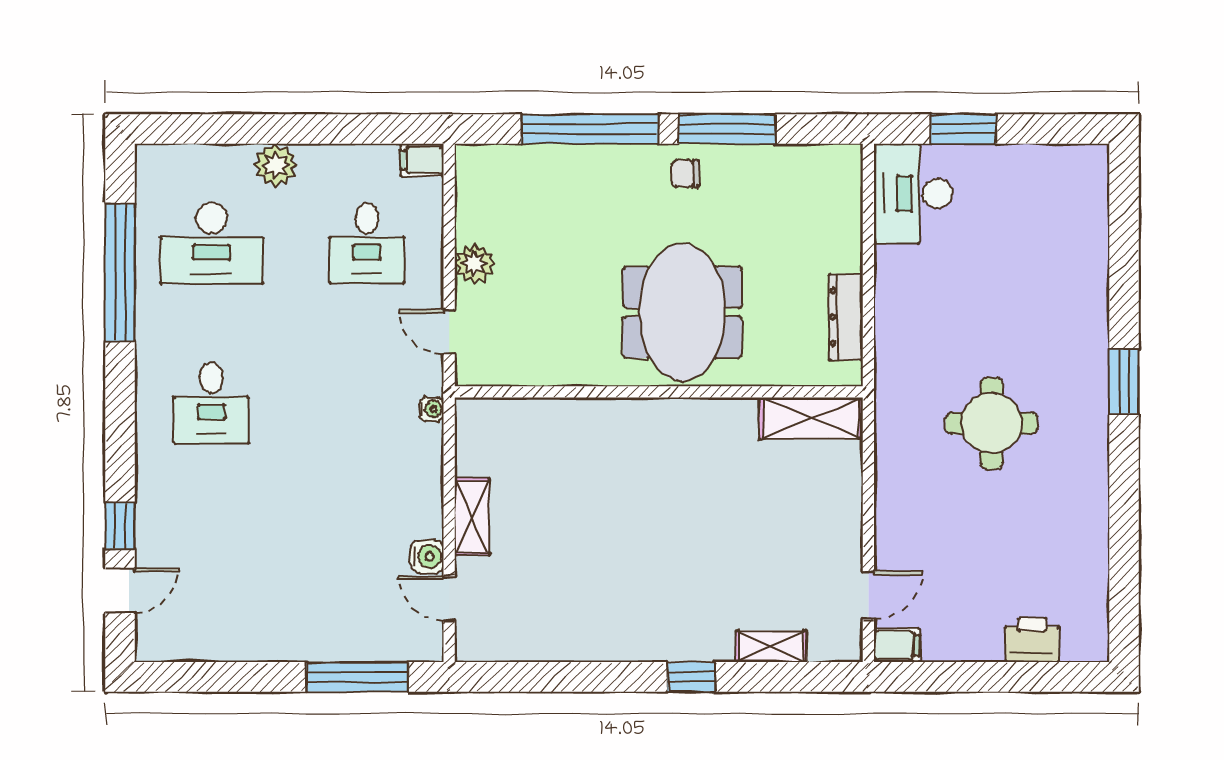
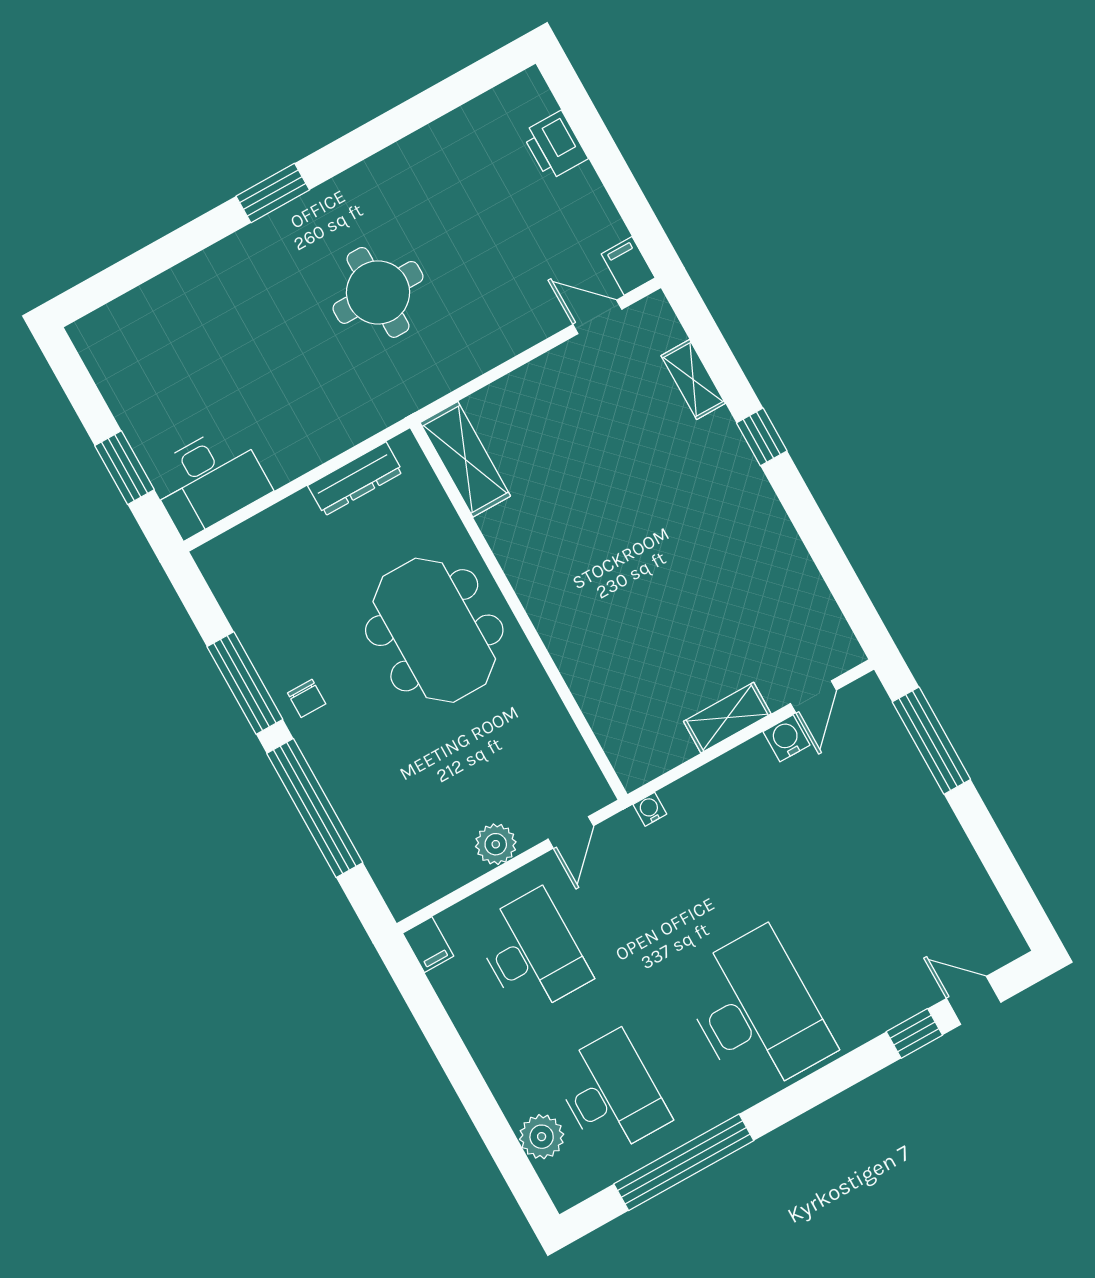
plant: (276, 165) -> (542, 1137), moved
desk: (367, 243) -> (532, 952), width x1.37
meeting table: (682, 312) -> (434, 630), turned 90
desk: (211, 403) -> (756, 1013), width x1.87, depth x1.30

